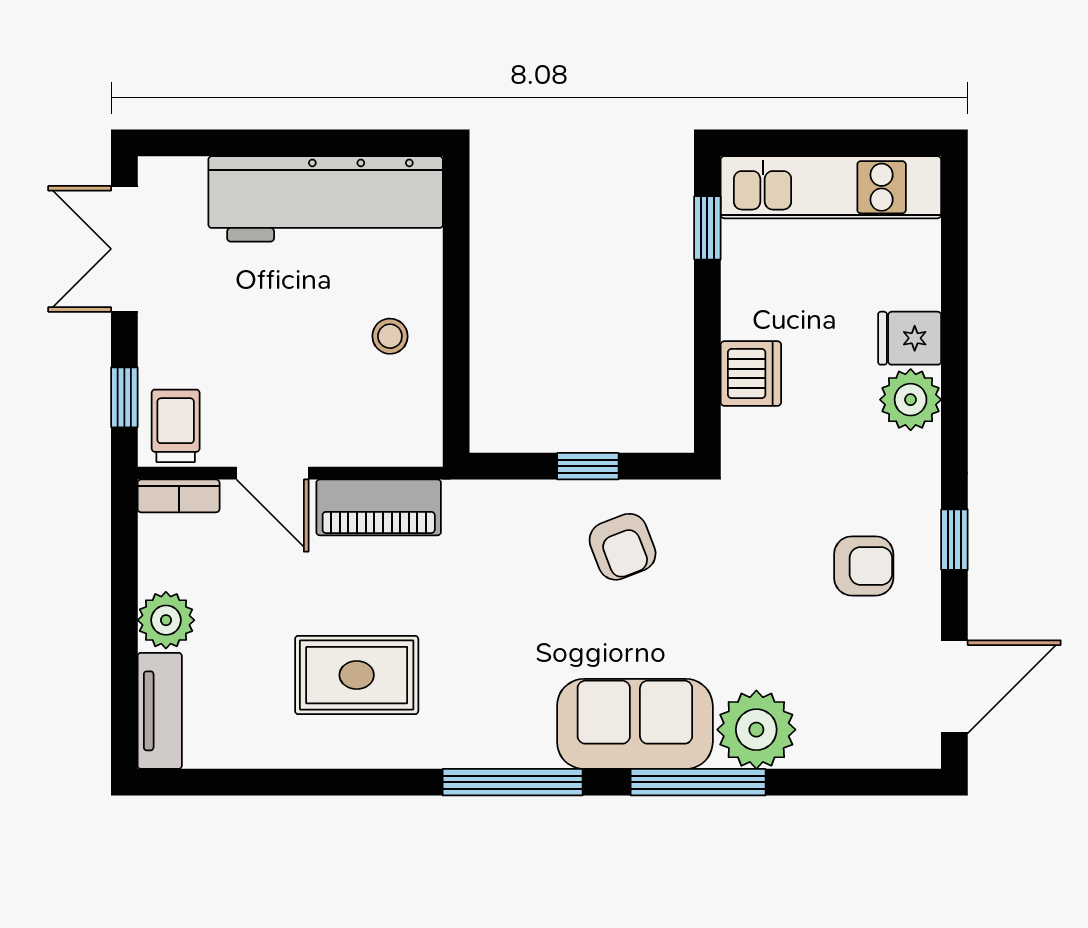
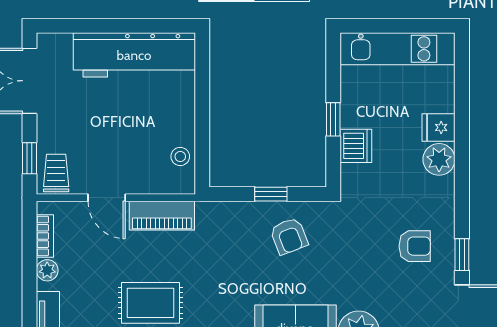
window: (707, 228) -> (333, 119), moved
stool: (390, 336) -> (180, 156), moved
bookcase: (179, 496) -> (45, 236), moved, turned -90
window: (954, 540) -> (462, 255), moved
plant: (166, 620) -> (47, 270), width x0.73, depth x0.73

